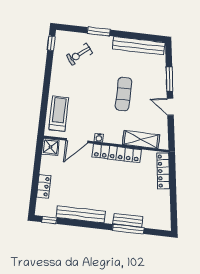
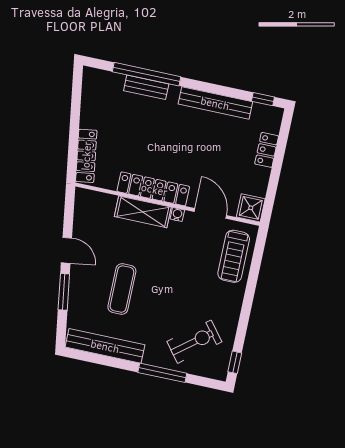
window: (99, 32) -> (162, 373), width x1.44
exercise bike: (79, 54) -> (194, 342), width x1.38, depth x1.39
exercise mat: (124, 94) -> (122, 289), moved
shelving: (141, 140) -> (143, 212), moved
door: (77, 141) -> (210, 213), hinge flipped
window: (128, 229) -> (147, 74), width x1.46

